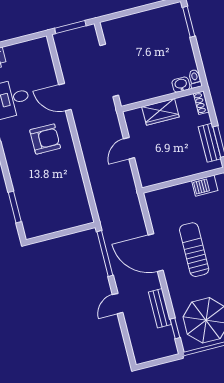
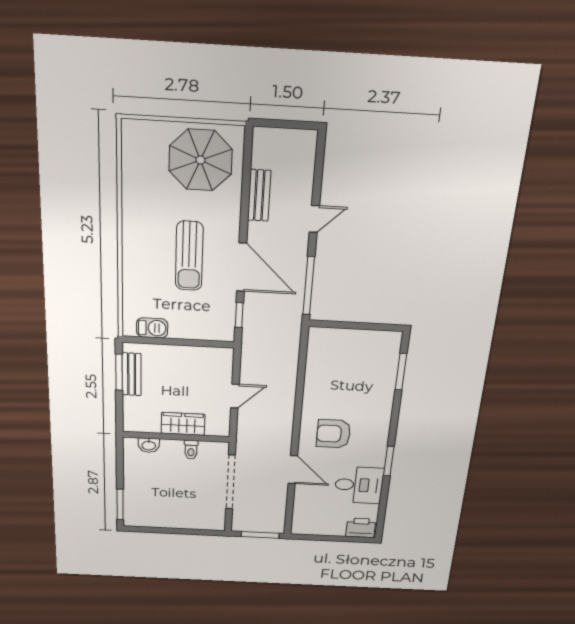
toilet: (195, 79) -> (191, 450), moved
shoe rack: (201, 103) -> (129, 420), removed
window: (175, 328) -> (239, 315), moved

